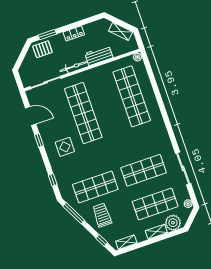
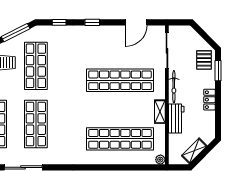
shelving: (98, 71) -> (160, 112), added
window: (39, 140) -> (92, 22), moved
display table: (65, 147) -> (90, 48), removed

